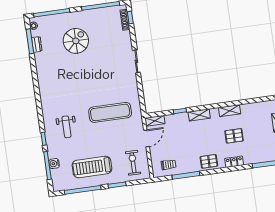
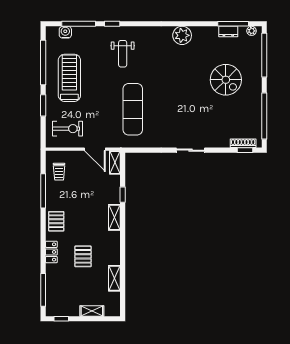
plant: (45, 81) -> (182, 35), added
shelving: (230, 111) -> (114, 278), moved
weight bench: (67, 127) -> (123, 54), turned -90
water cooler: (54, 164) -> (65, 32), moved

